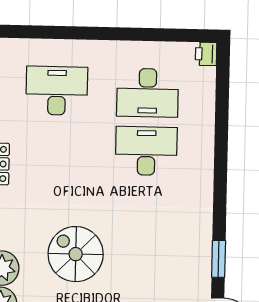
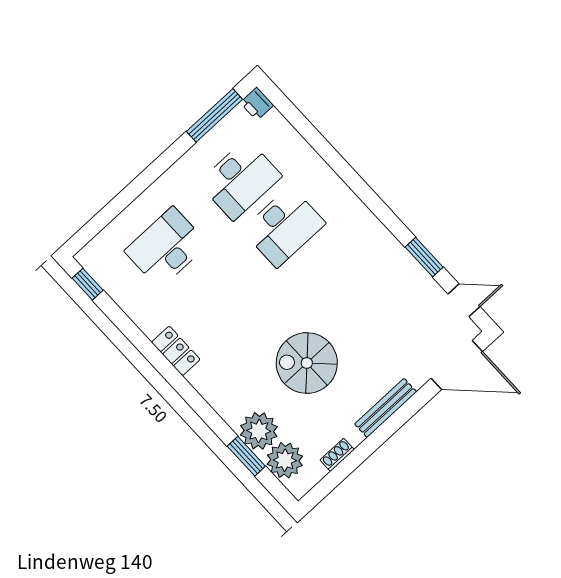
window: (171, 35) -> (215, 115), added
desk: (146, 151) -> (284, 227), turned 180

